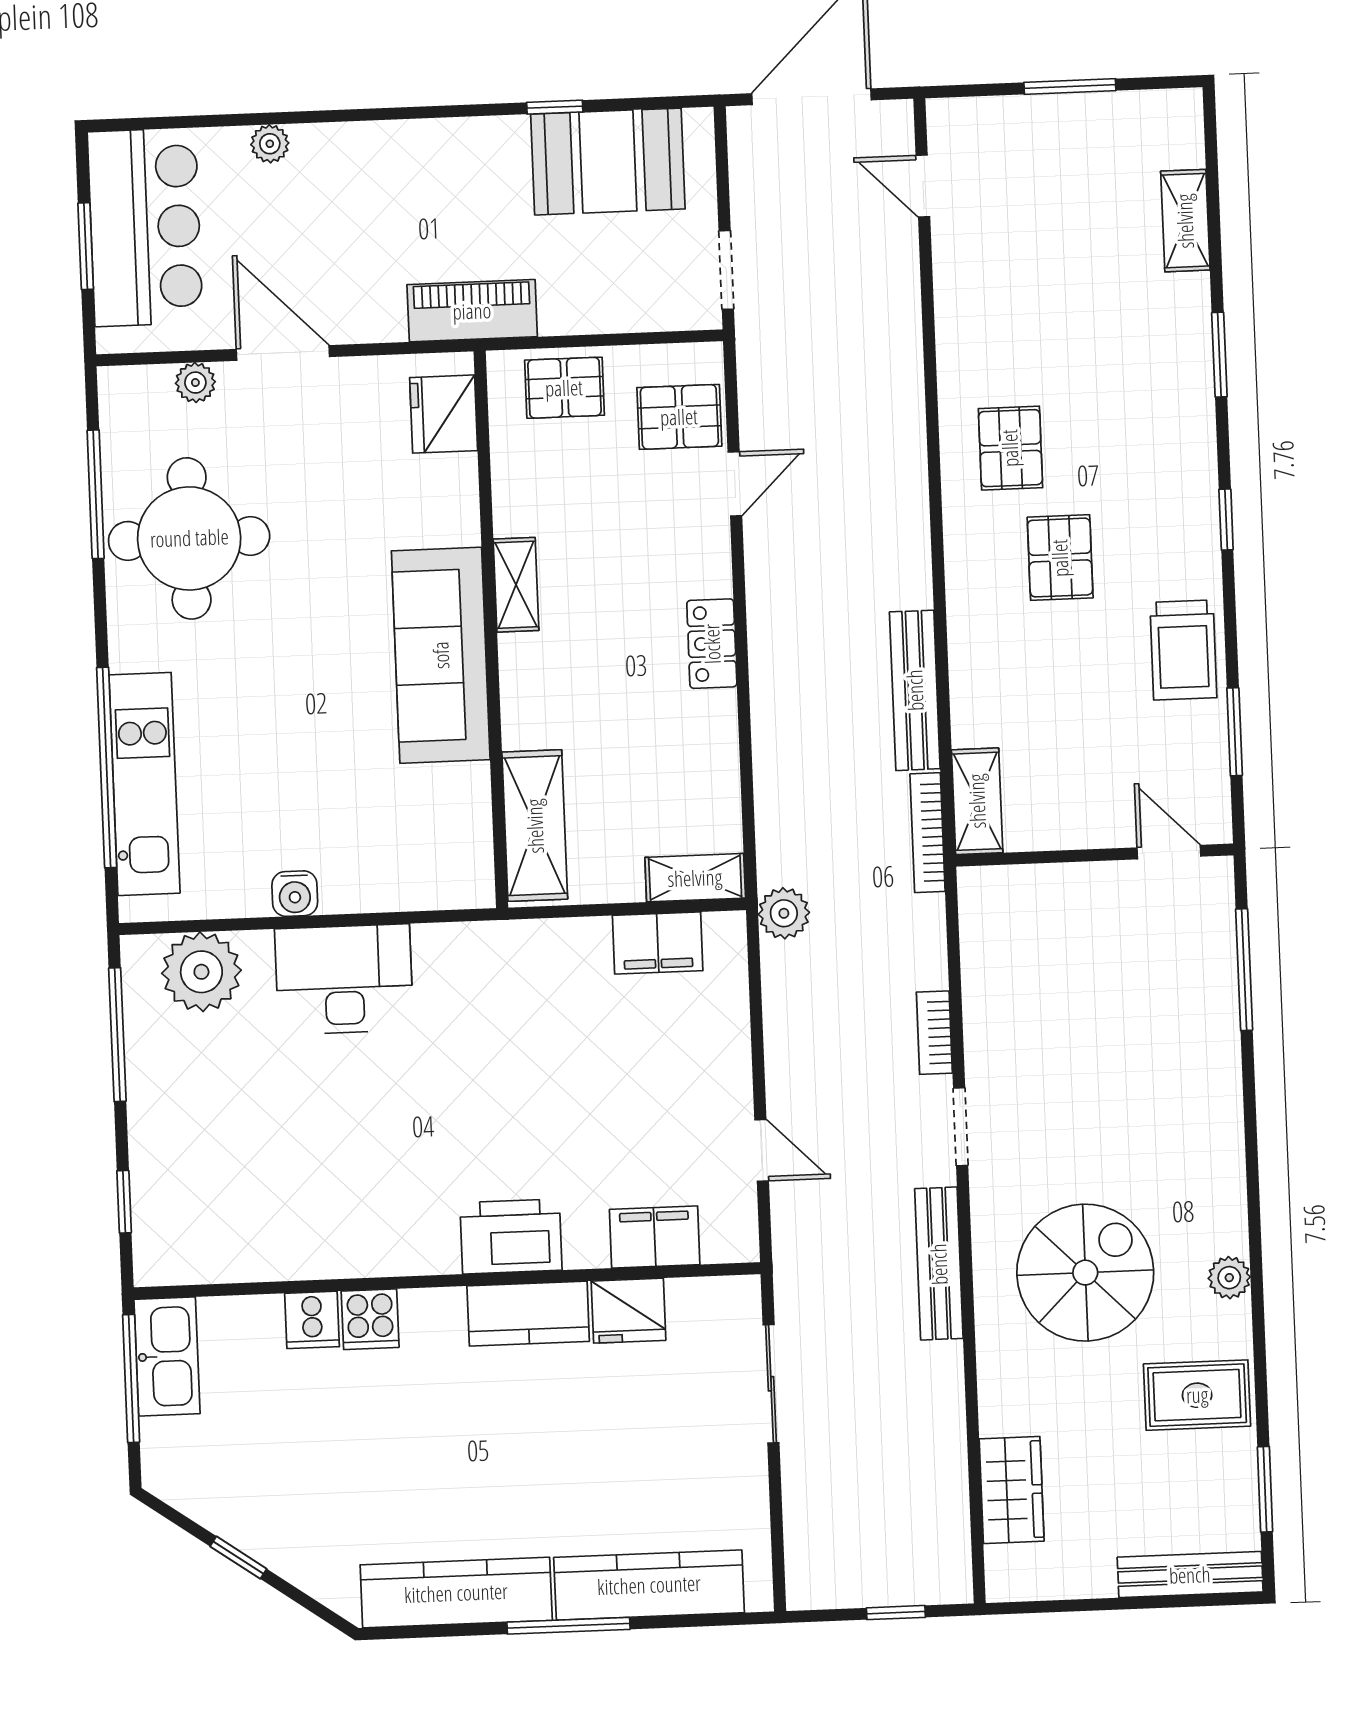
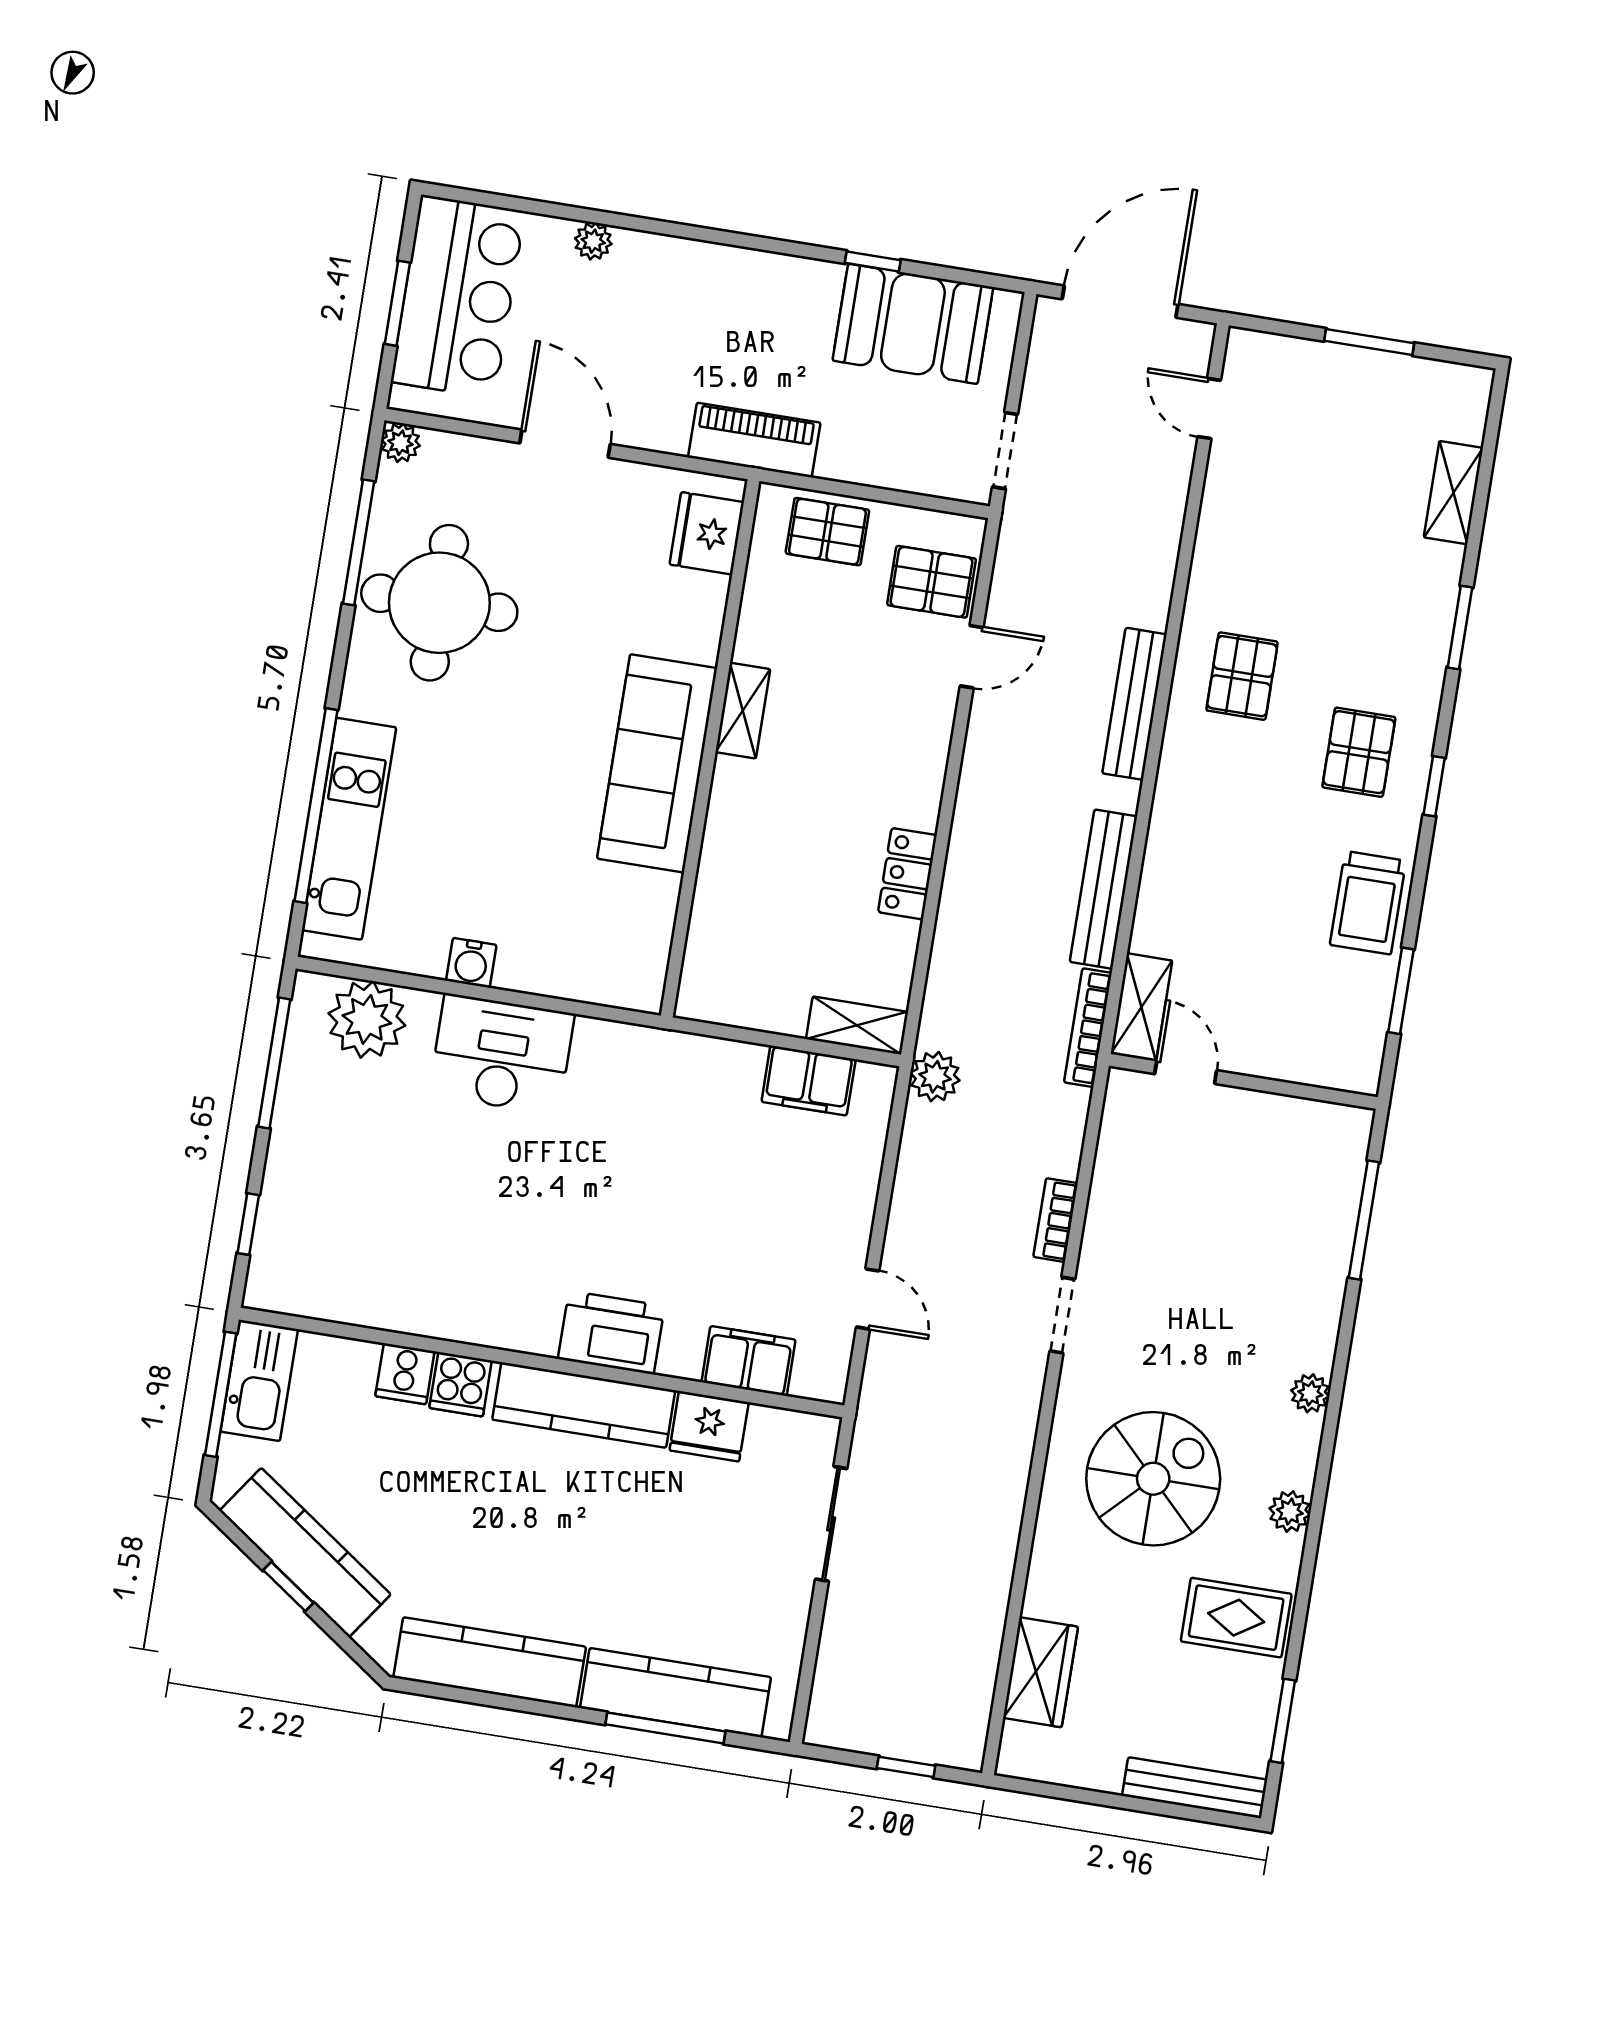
plant: (195, 383) -> (401, 443), moved
pallet: (1060, 558) -> (1359, 752), moved
locker: (712, 644) -> (907, 874), moved
shelving: (535, 826) -> (714, 944), removed
door: (1169, 852) -> (1186, 1072), moved
plant: (1226, 1155) -> (1310, 1393), added
bench: (939, 1264) -> (1134, 704), moved
kitchen counter: (528, 1314) -> (584, 1405), width x1.50
kitchen counter: (248, 1520) -> (305, 1553), added
window: (568, 1626) -> (665, 1728), moved

